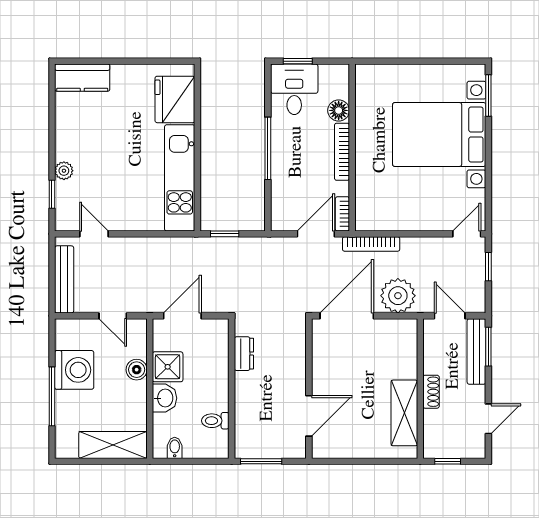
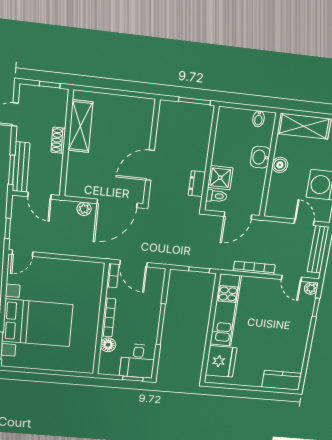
plant: (64, 171) -> (311, 288), moved
door: (316, 234) -> (133, 264), hinge flipped
bookcase: (371, 244) -> (254, 268), moved
plant: (398, 296) -> (84, 209), width x0.53, depth x0.53
door: (113, 316) -> (304, 222), moved
shower: (168, 367) -> (220, 178), moved
boiler: (137, 370) -> (280, 165), moved
door: (309, 416) -> (150, 165), moved
toilet: (215, 421) -> (216, 196), moved

